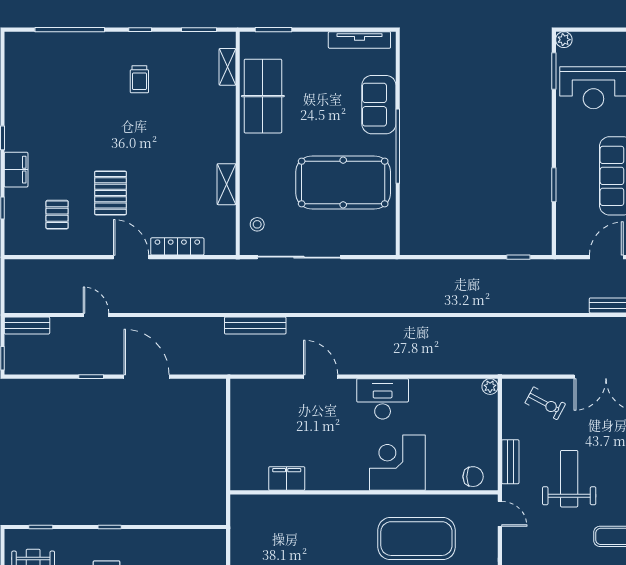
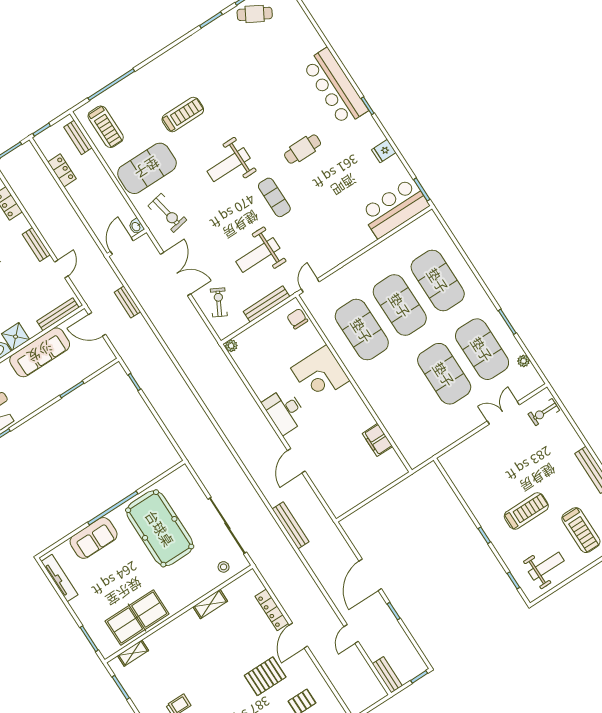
bench: (510, 462) -> (266, 304), width x1.36

